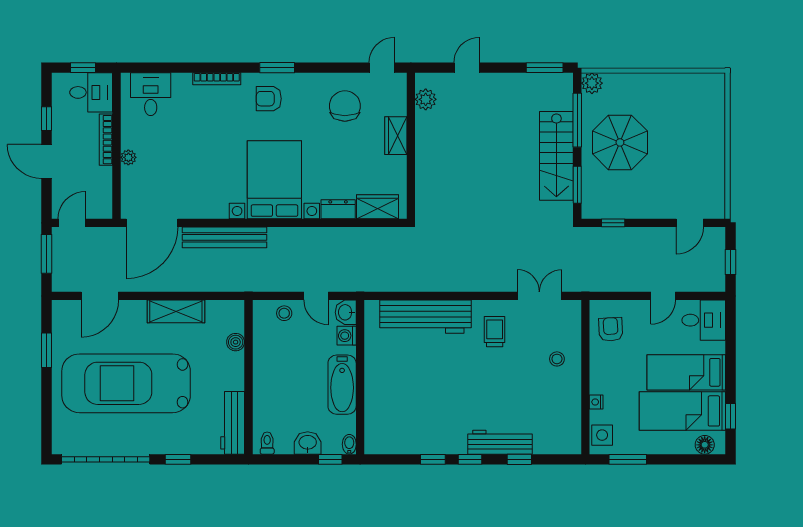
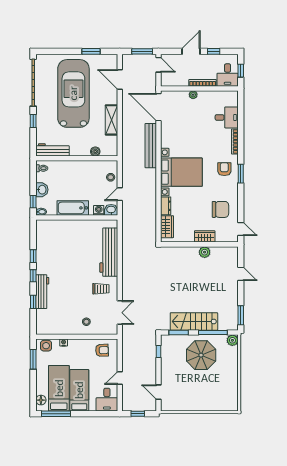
desk: (151, 94) -> (227, 117), moved
plant: (426, 99) -> (205, 252), moved
door: (663, 296) -> (120, 378), hinge flipped
window: (731, 416) -> (56, 414), width x2.17

